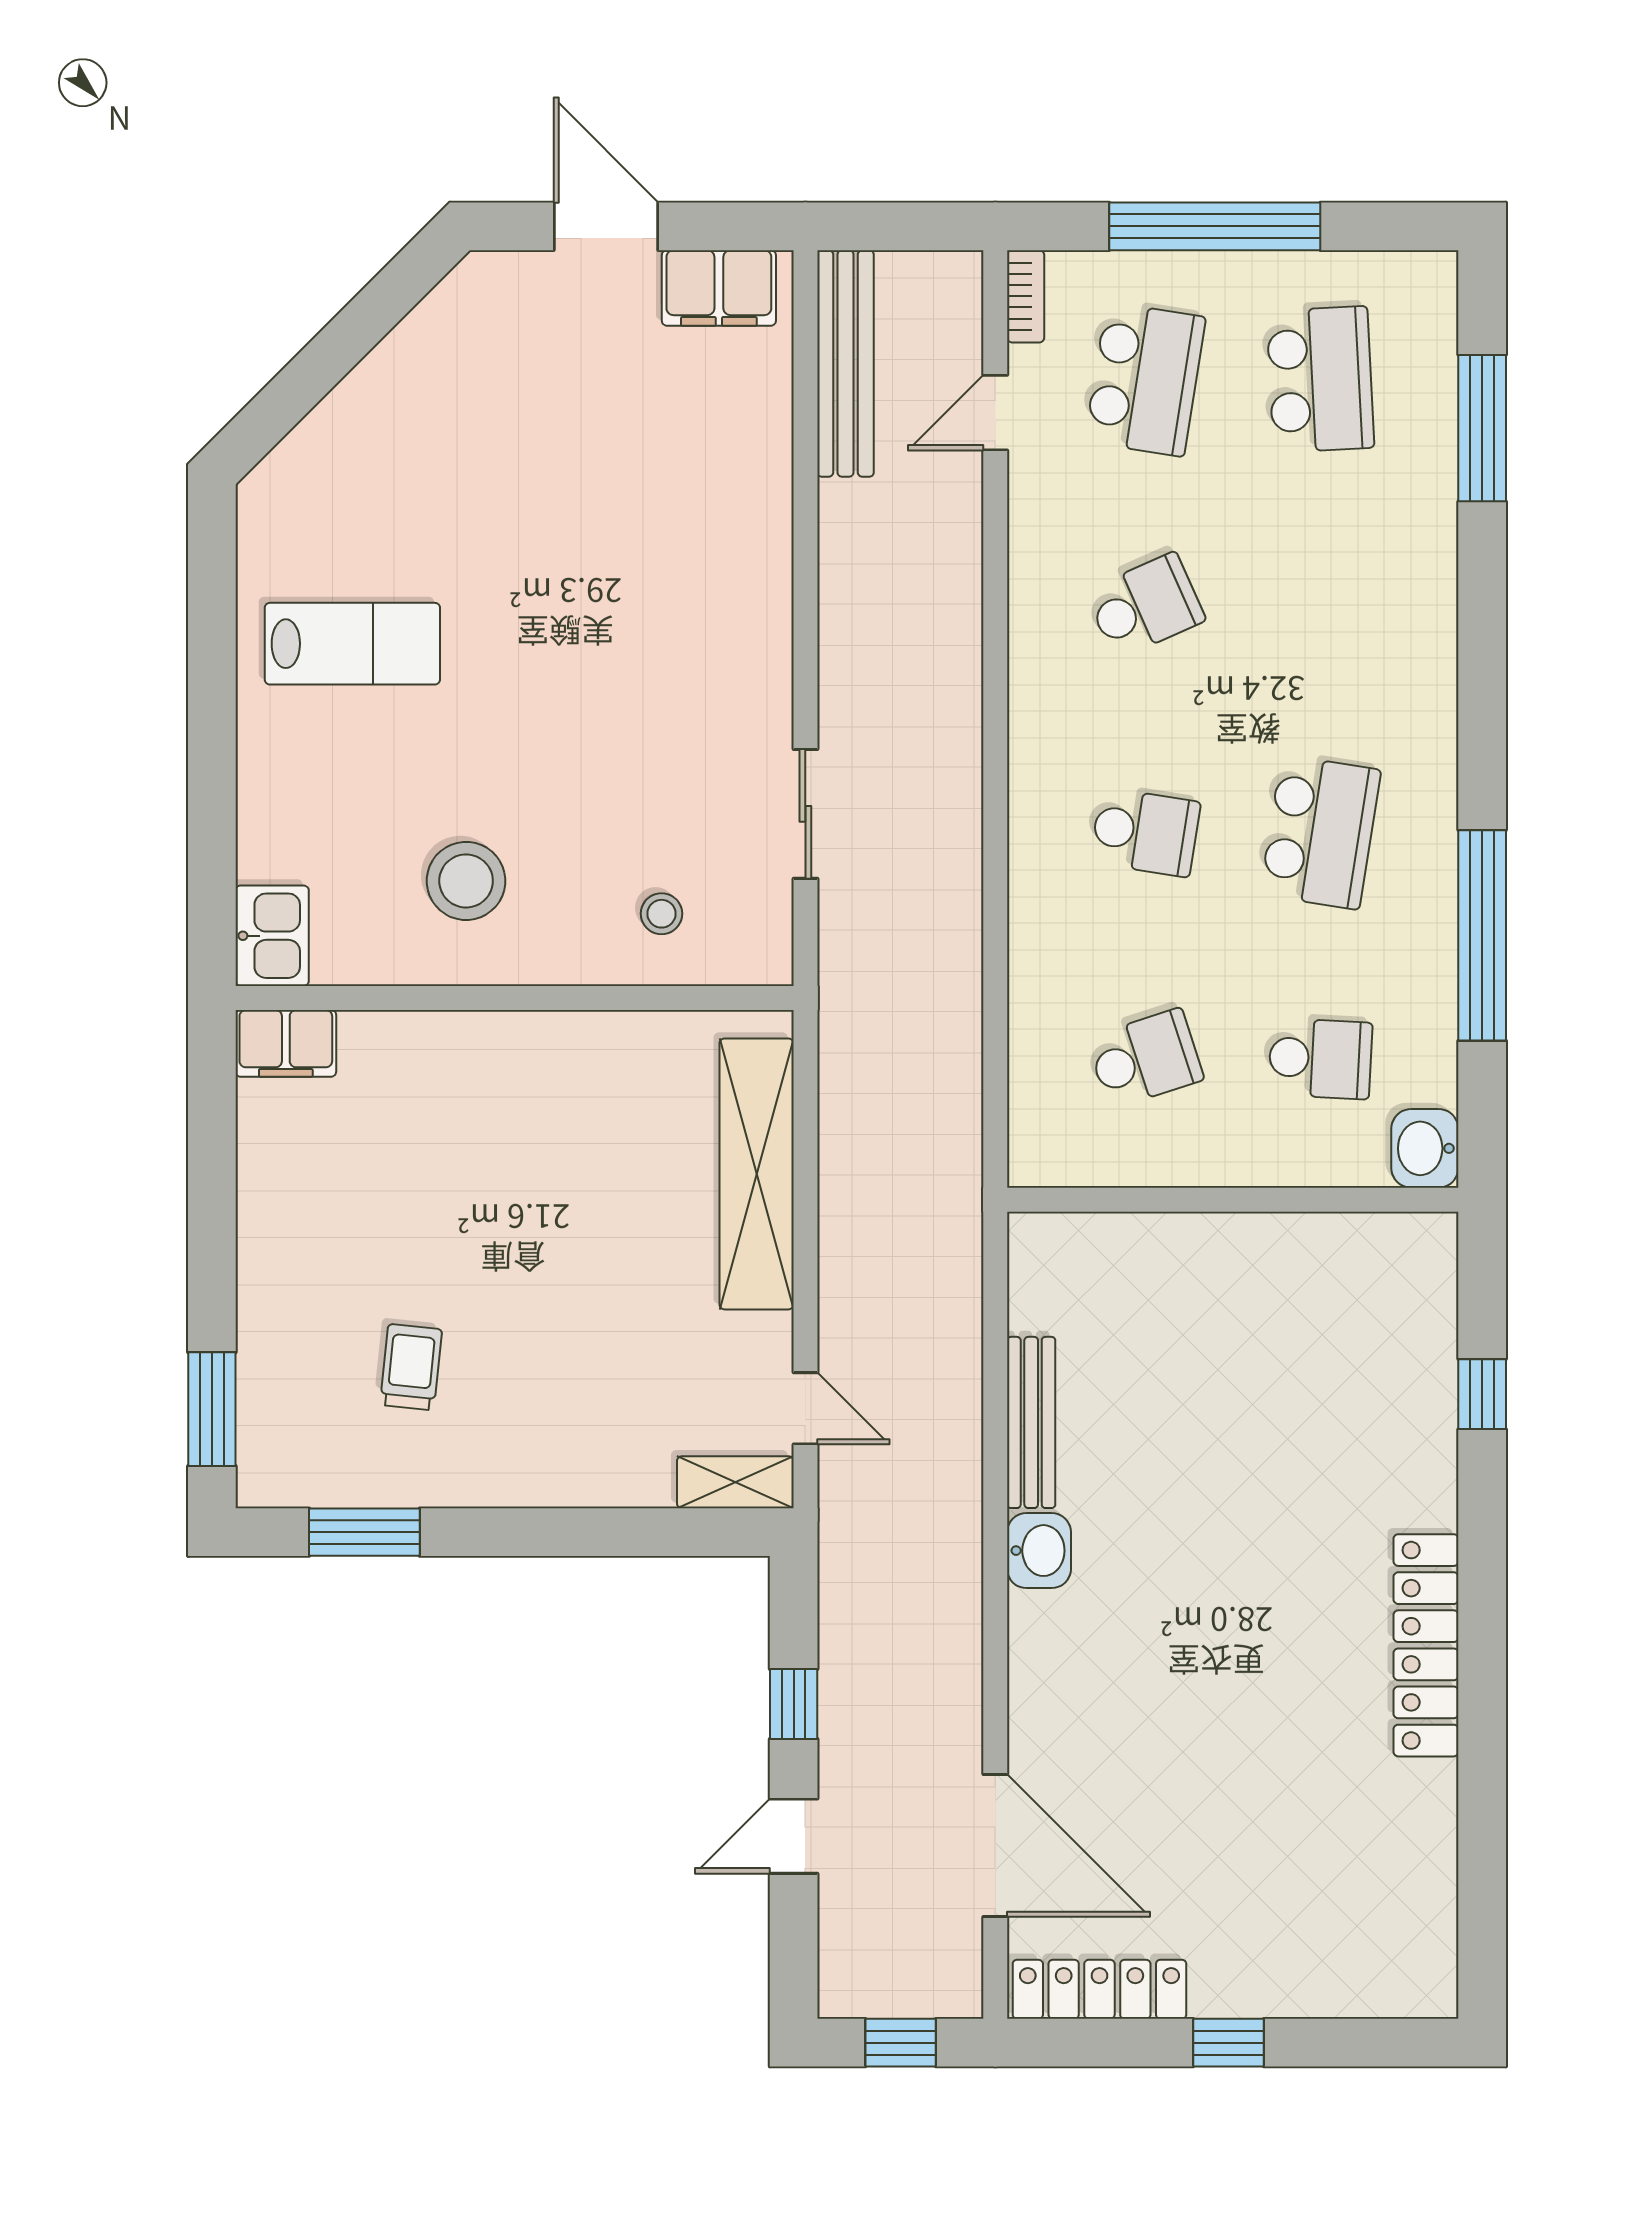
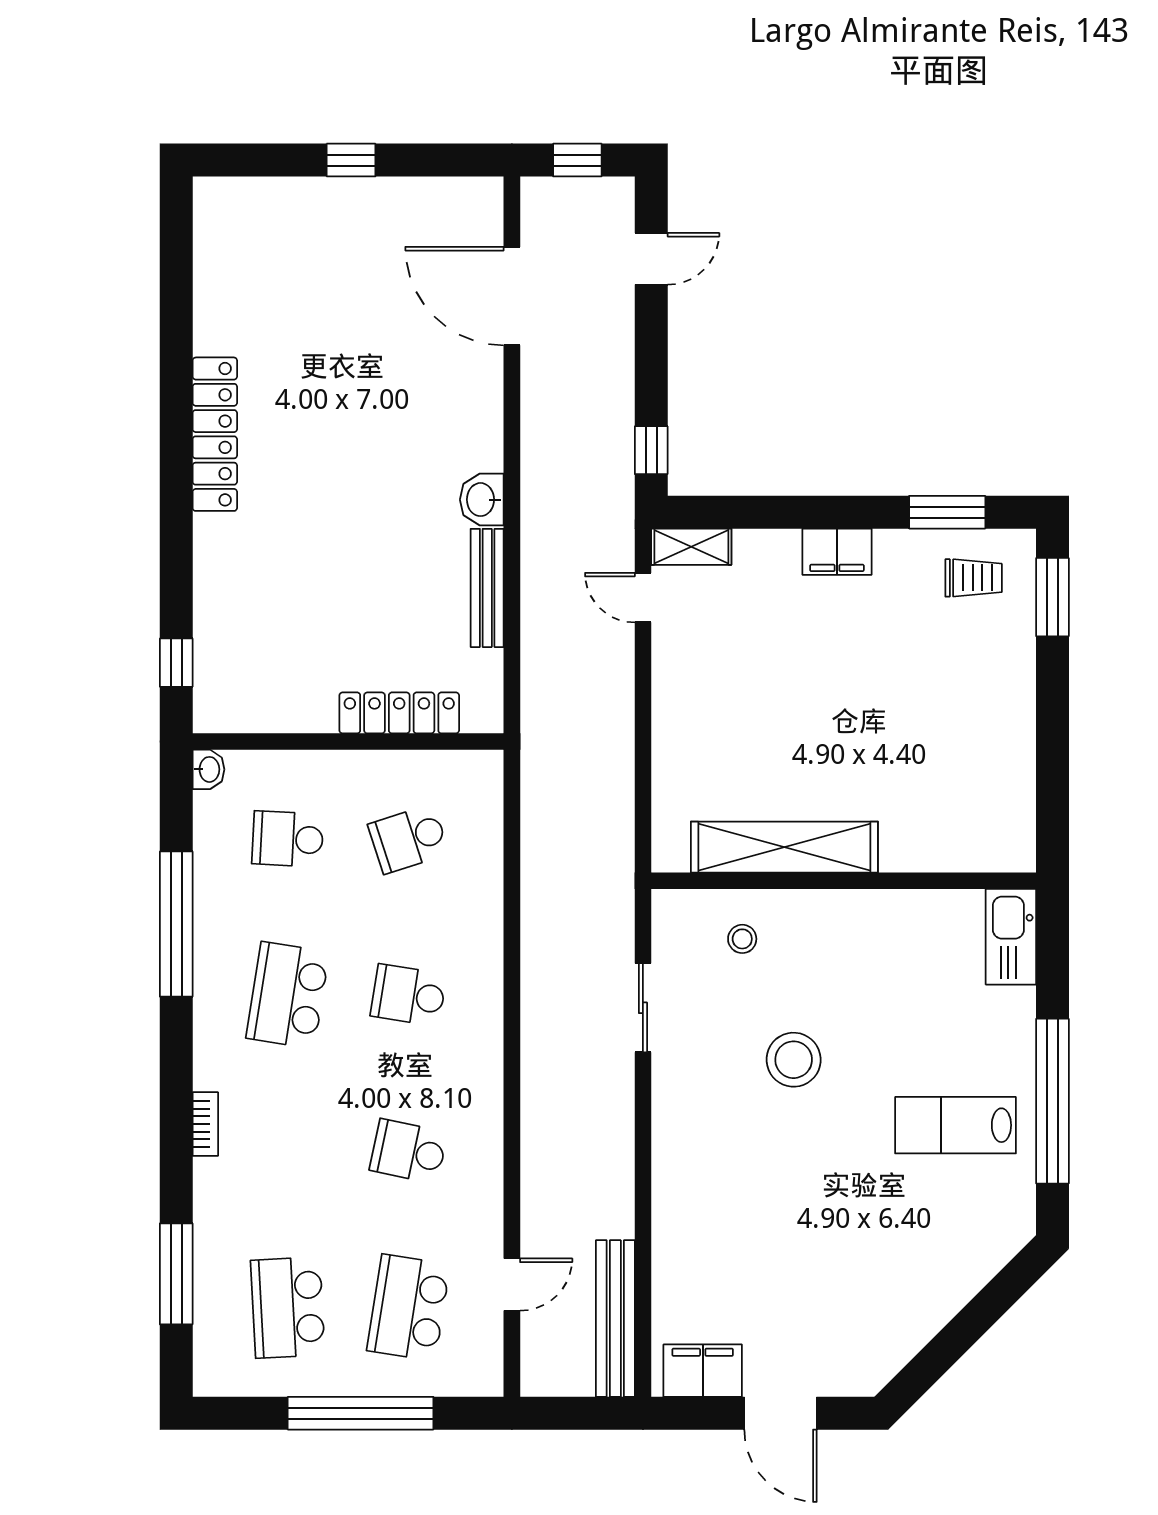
bookcase: (1026, 296) -> (205, 1124), moved, turned 180
school desk: (1145, 606) -> (409, 1151), turned 36
window: (212, 679) -> (1052, 1101), added
stool: (466, 881) -> (794, 1060), moved
kitchen sink: (272, 936) -> (1011, 937), width x1.38
filing cabinet: (286, 1043) -> (837, 552), moved, turned 180
washbasin: (1425, 1148) -> (208, 769), width x0.72, depth x0.69
shelving: (757, 1174) -> (784, 847), moved, turned 90
trolley: (411, 1367) -> (974, 578), moved, turned -96
window: (1482, 1394) -> (176, 663), moved
window: (794, 1704) -> (651, 450), moved
door: (794, 1836) -> (651, 259), moved
locker: (1099, 1989) -> (399, 713), moved, turned 180

